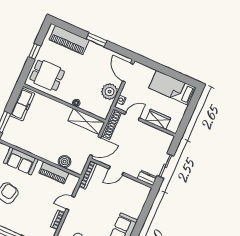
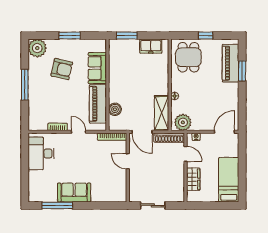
window: (96, 40) -> (242, 71), moved
plant: (110, 92) -> (183, 122), moved
freezer: (22, 105) -> (151, 46), width x0.71
piano: (54, 173) -> (98, 104), width x1.37, depth x1.33
dresser: (147, 178) -> (134, 193), removed

